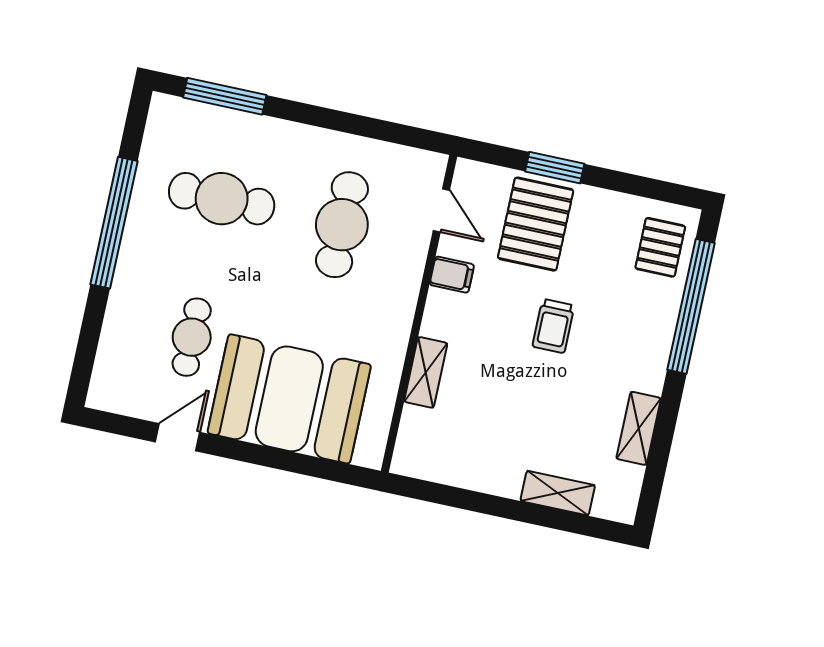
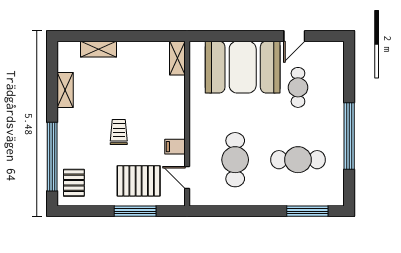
window: (555, 168) -> (135, 211), width x1.44
pallet: (536, 224) -> (139, 181), turned 90
shelving: (426, 372) -> (177, 58), moved

